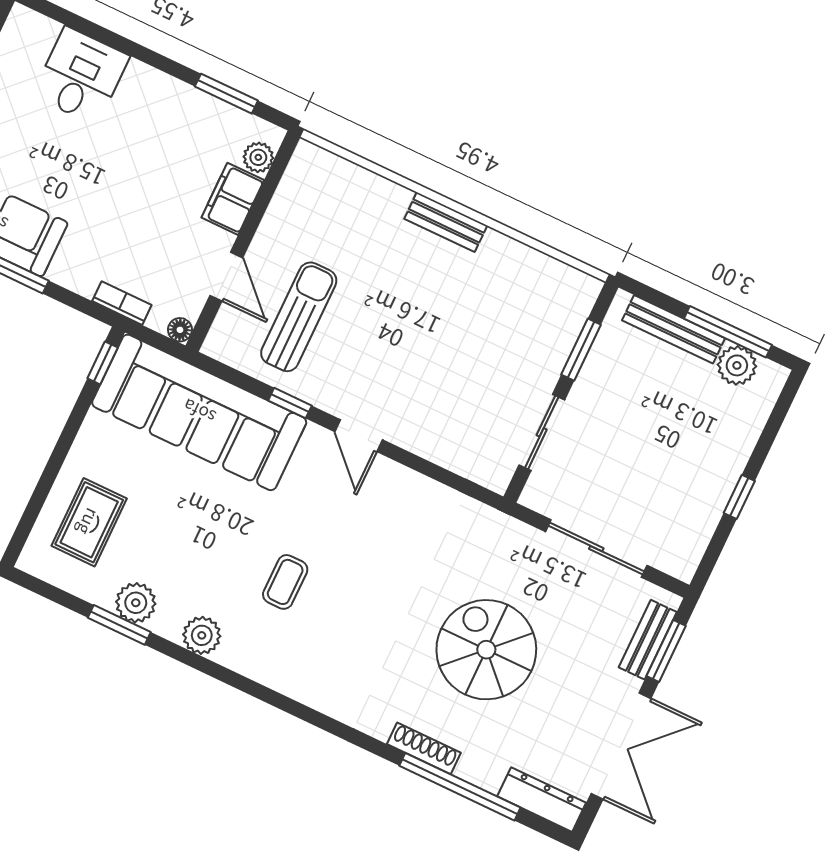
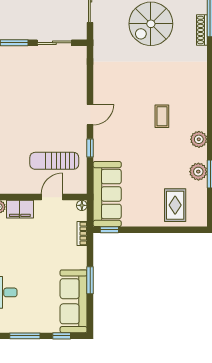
sofa: (199, 412) -> (107, 194), width x0.74, depth x0.79
rug: (89, 522) -> (175, 205), turned 90
coffee table: (285, 582) -> (162, 116), turned 90

